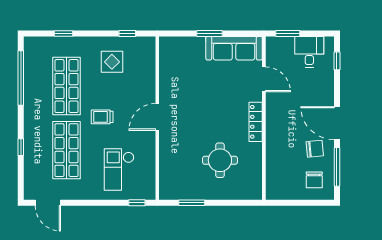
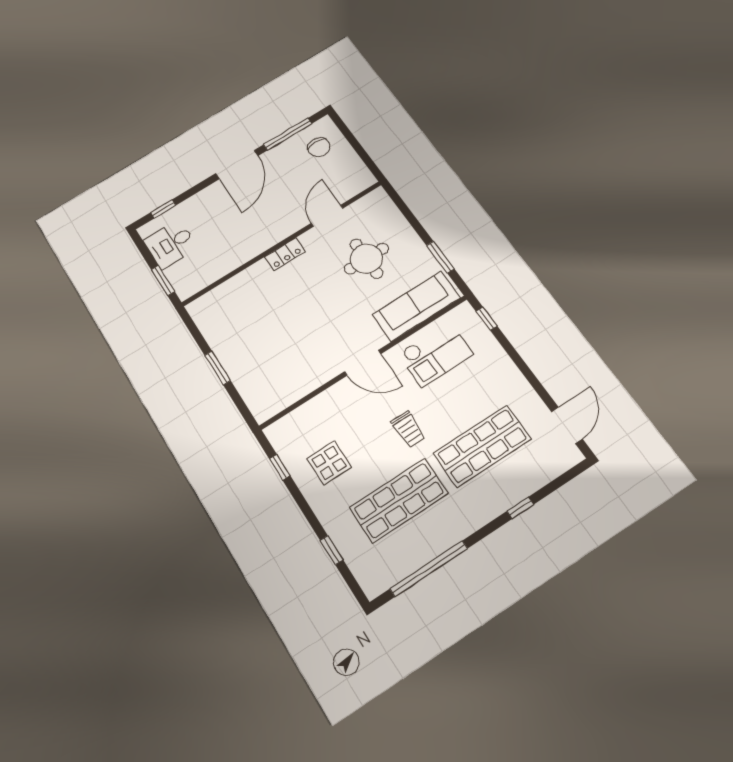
sofa: (234, 48) -> (416, 306), moved, turned -90
door: (264, 79) -> (327, 216), moved
locker: (256, 122) -> (285, 254), width x0.66
chair: (315, 149) -> (282, 169), removed
checkout: (119, 169) -> (436, 354), moved
chair: (314, 180) -> (319, 147), turned 90

